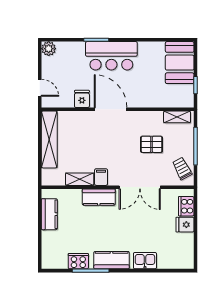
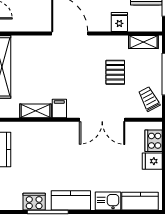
fridge: (82, 99) -> (119, 22), moved
pallet: (152, 144) -> (115, 72), turned 90
kitchen counter: (99, 197) -> (140, 201), moved, turned 180

